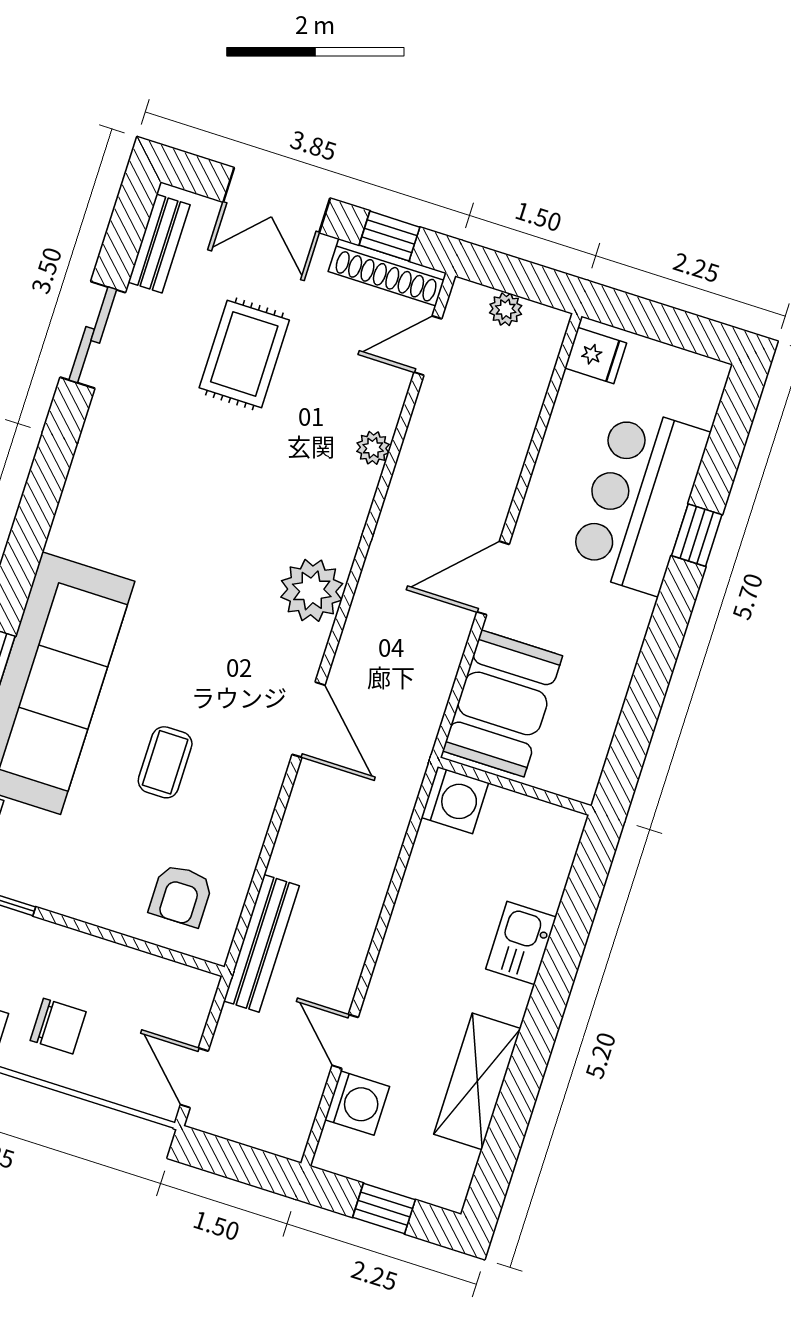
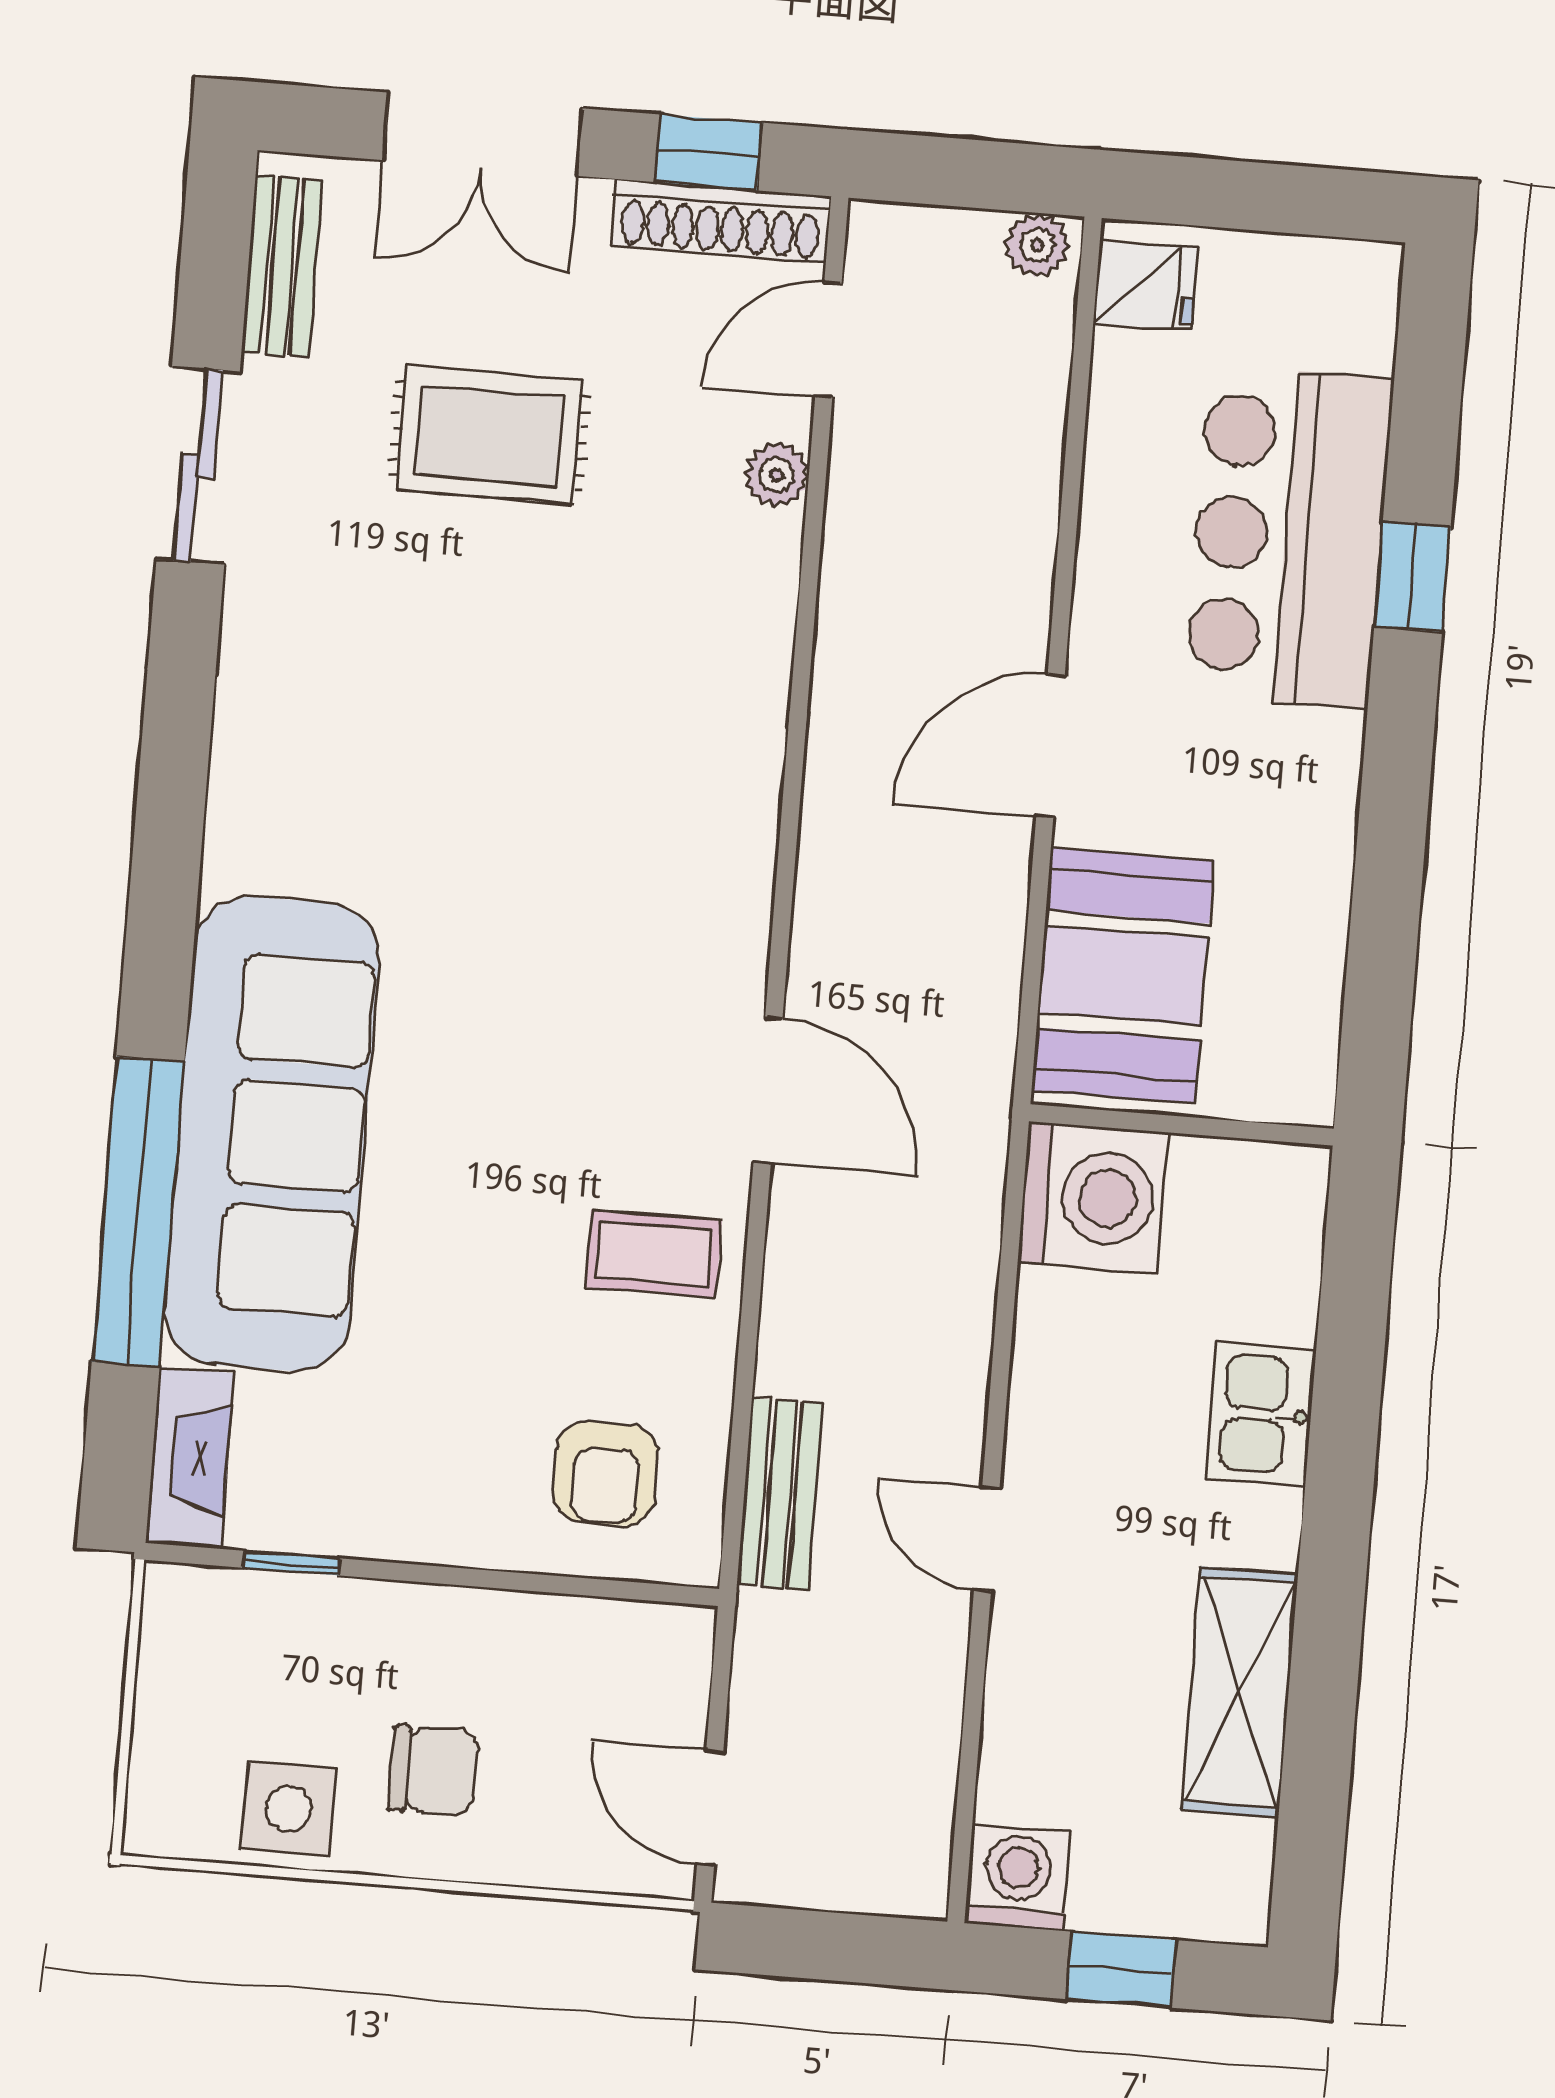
plant: (506, 309) -> (1037, 245), moved
rug: (244, 354) -> (489, 435), turned 90
plant: (373, 448) -> (777, 475), moved
plant: (312, 590) -> (718, 847), removed
coffee table: (165, 762) -> (653, 1254), moved, turned 90
washing machine: (455, 800) -> (1094, 1197), width x1.37, depth x1.37
bench: (261, 943) -> (780, 1494), width x0.73
door: (345, 1041) -> (987, 1539), moved
washing machine: (357, 1103) -> (1018, 1878), moved, turned -90

